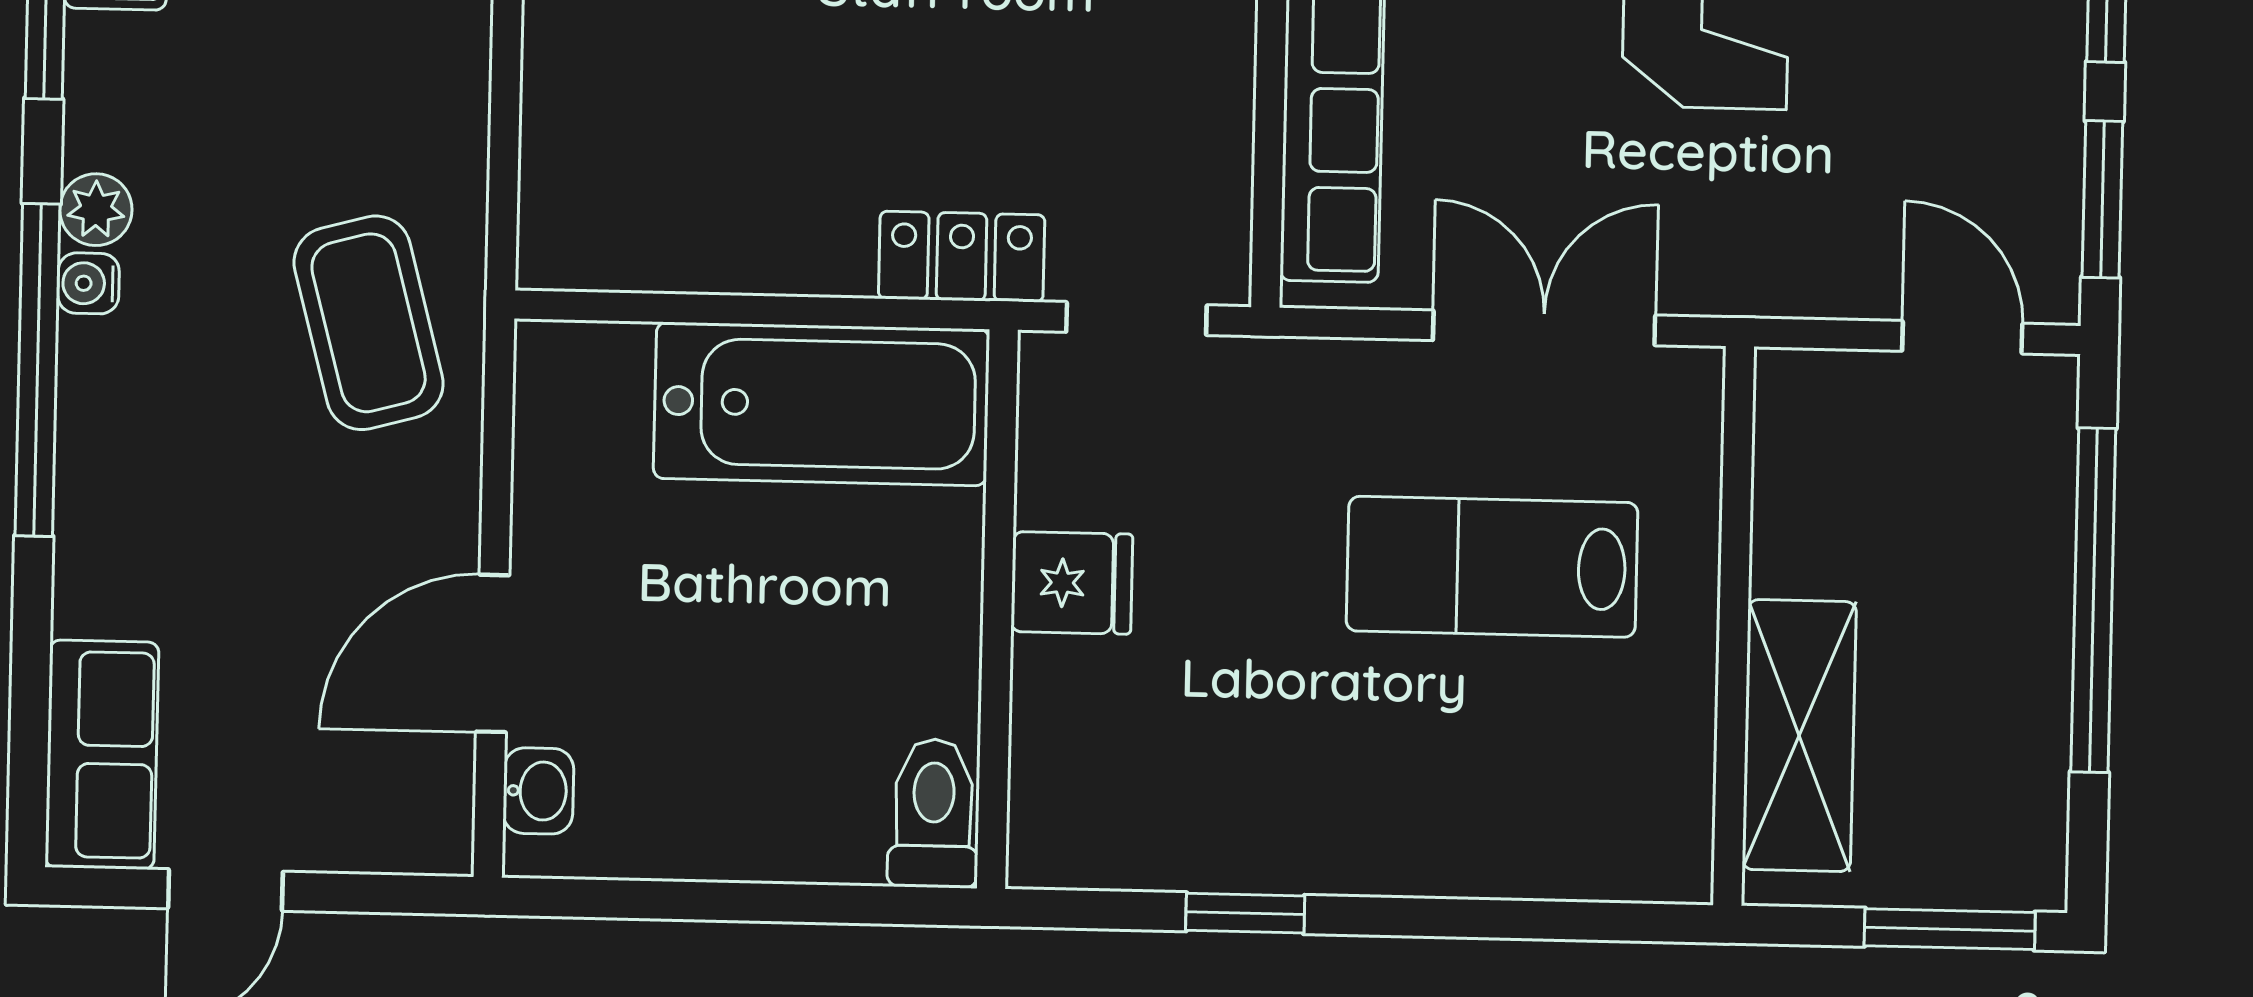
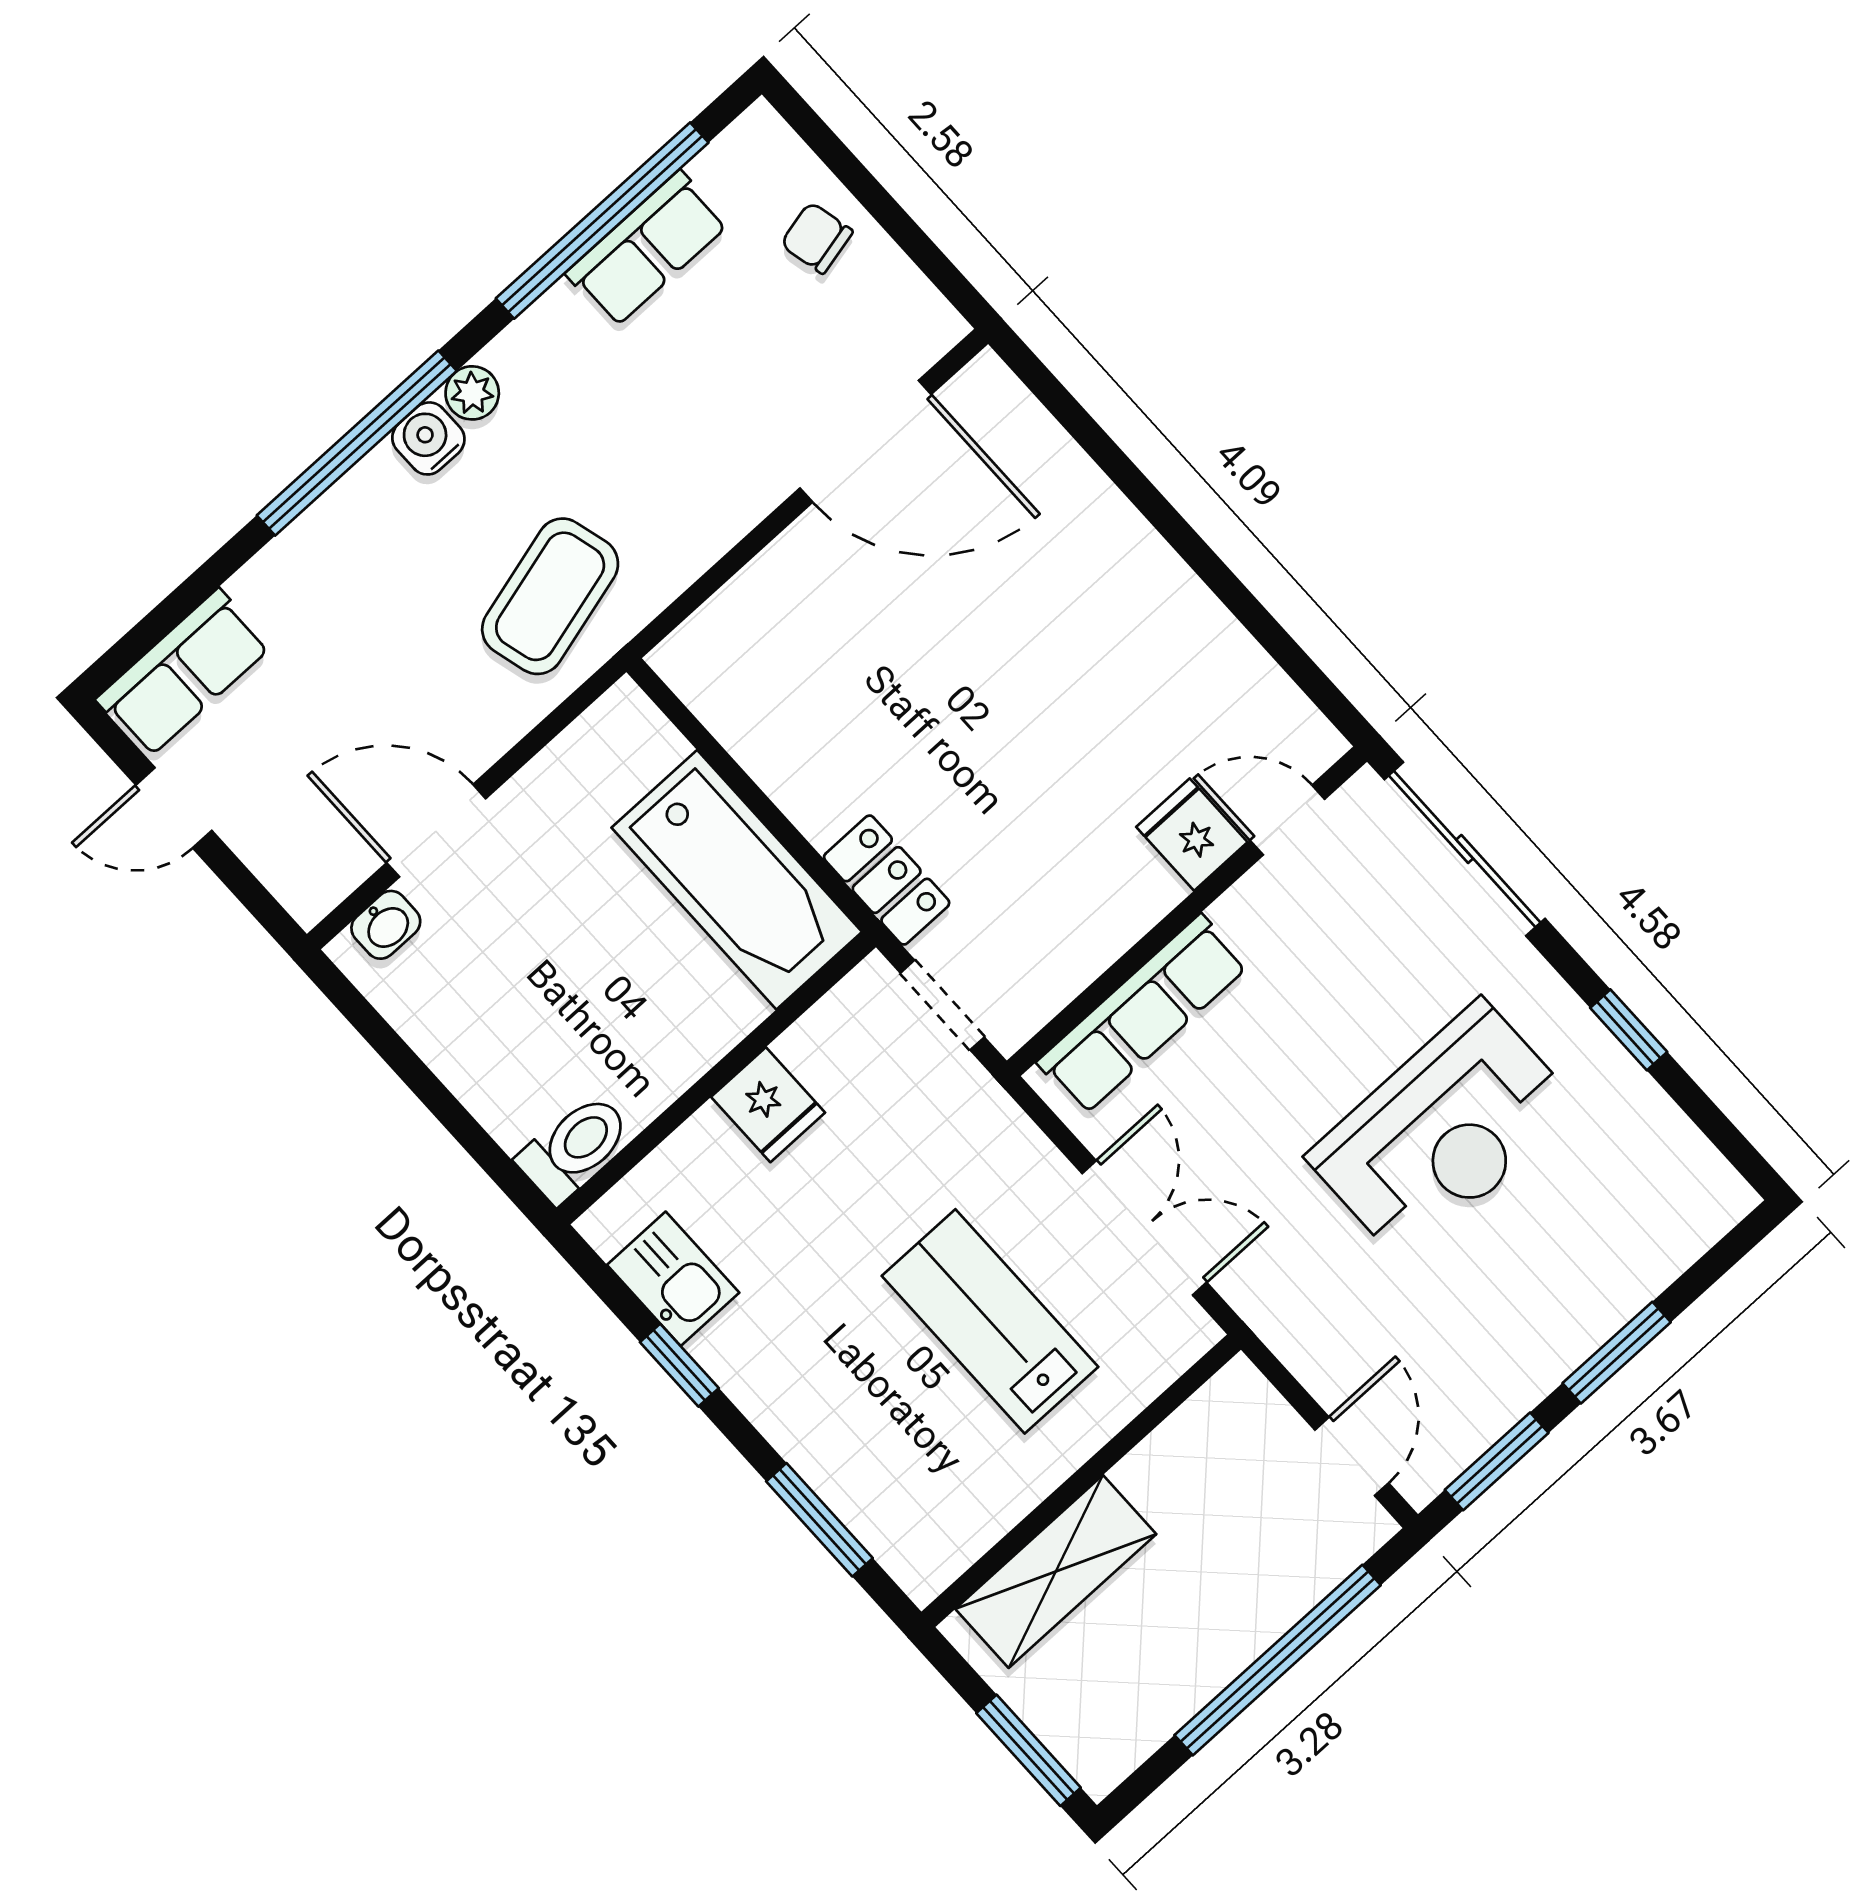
water cooler: (88, 283) -> (428, 438), width x1.38, depth x1.38
kitchen sink: (1154, 839) -> (673, 1279), added
window: (1528, 920) -> (819, 1520), added

